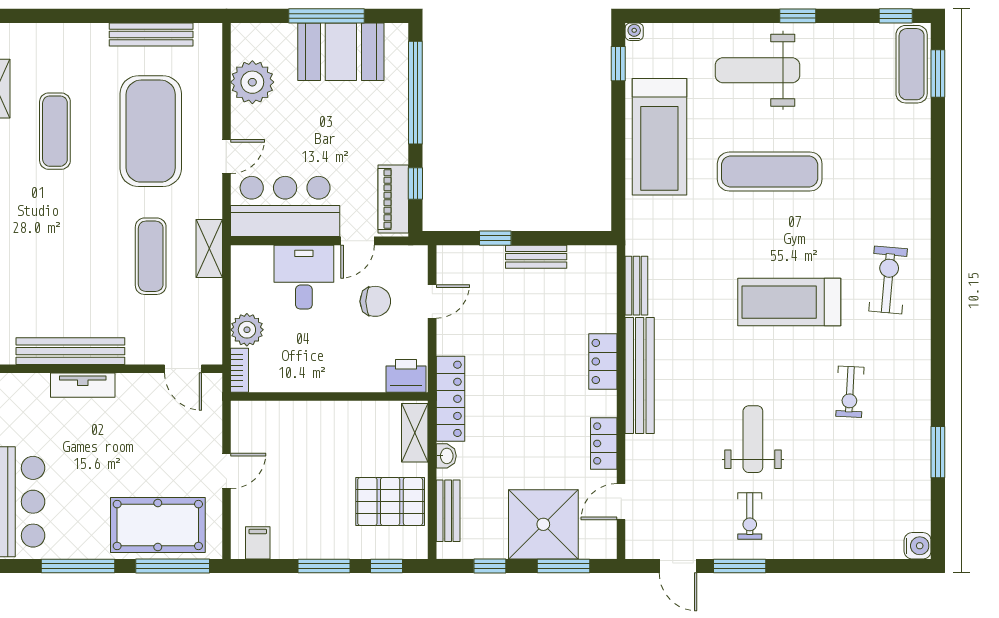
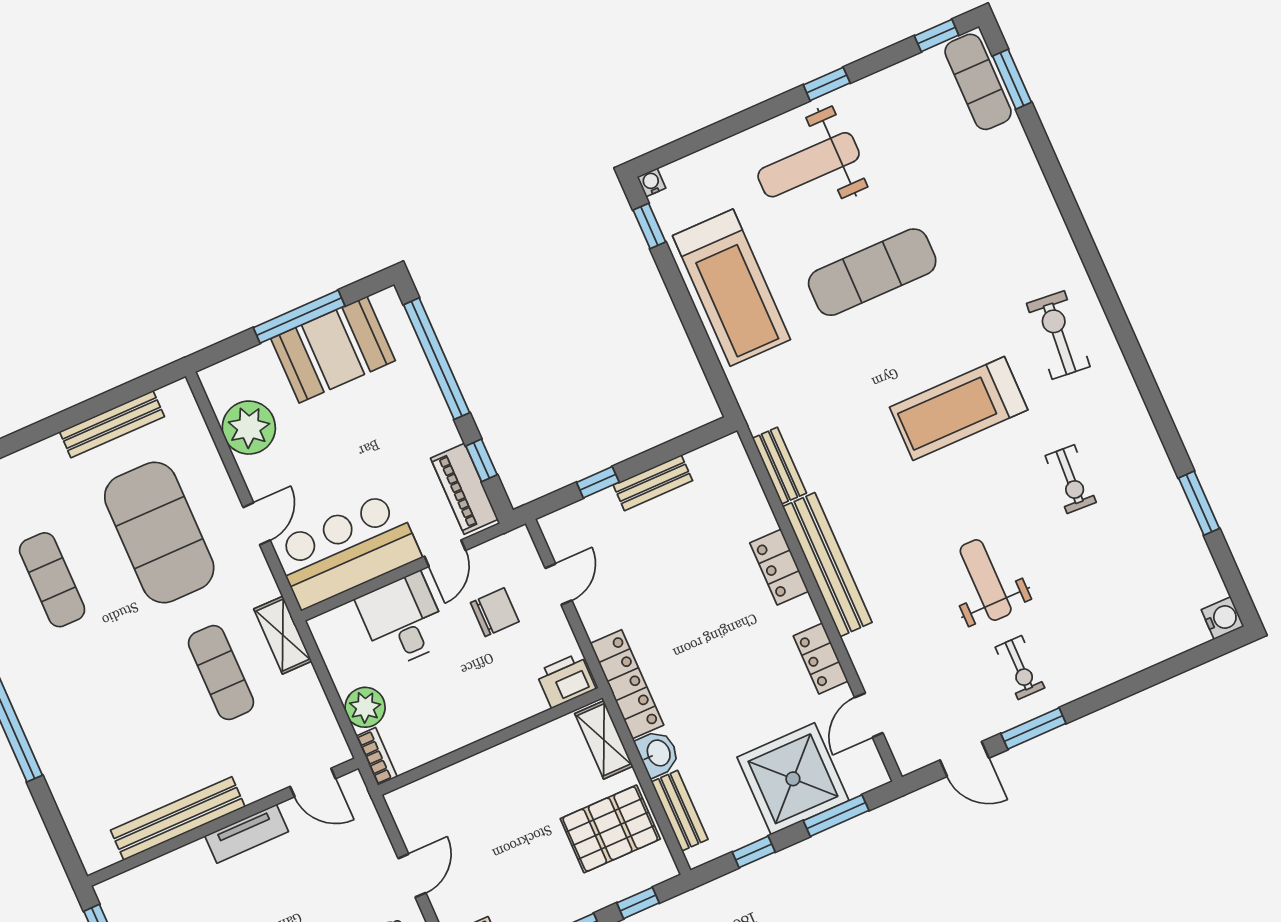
tv unit: (83, 385) -> (247, 834), moved
washbasin: (446, 456) -> (658, 753), width x1.38, depth x1.45

